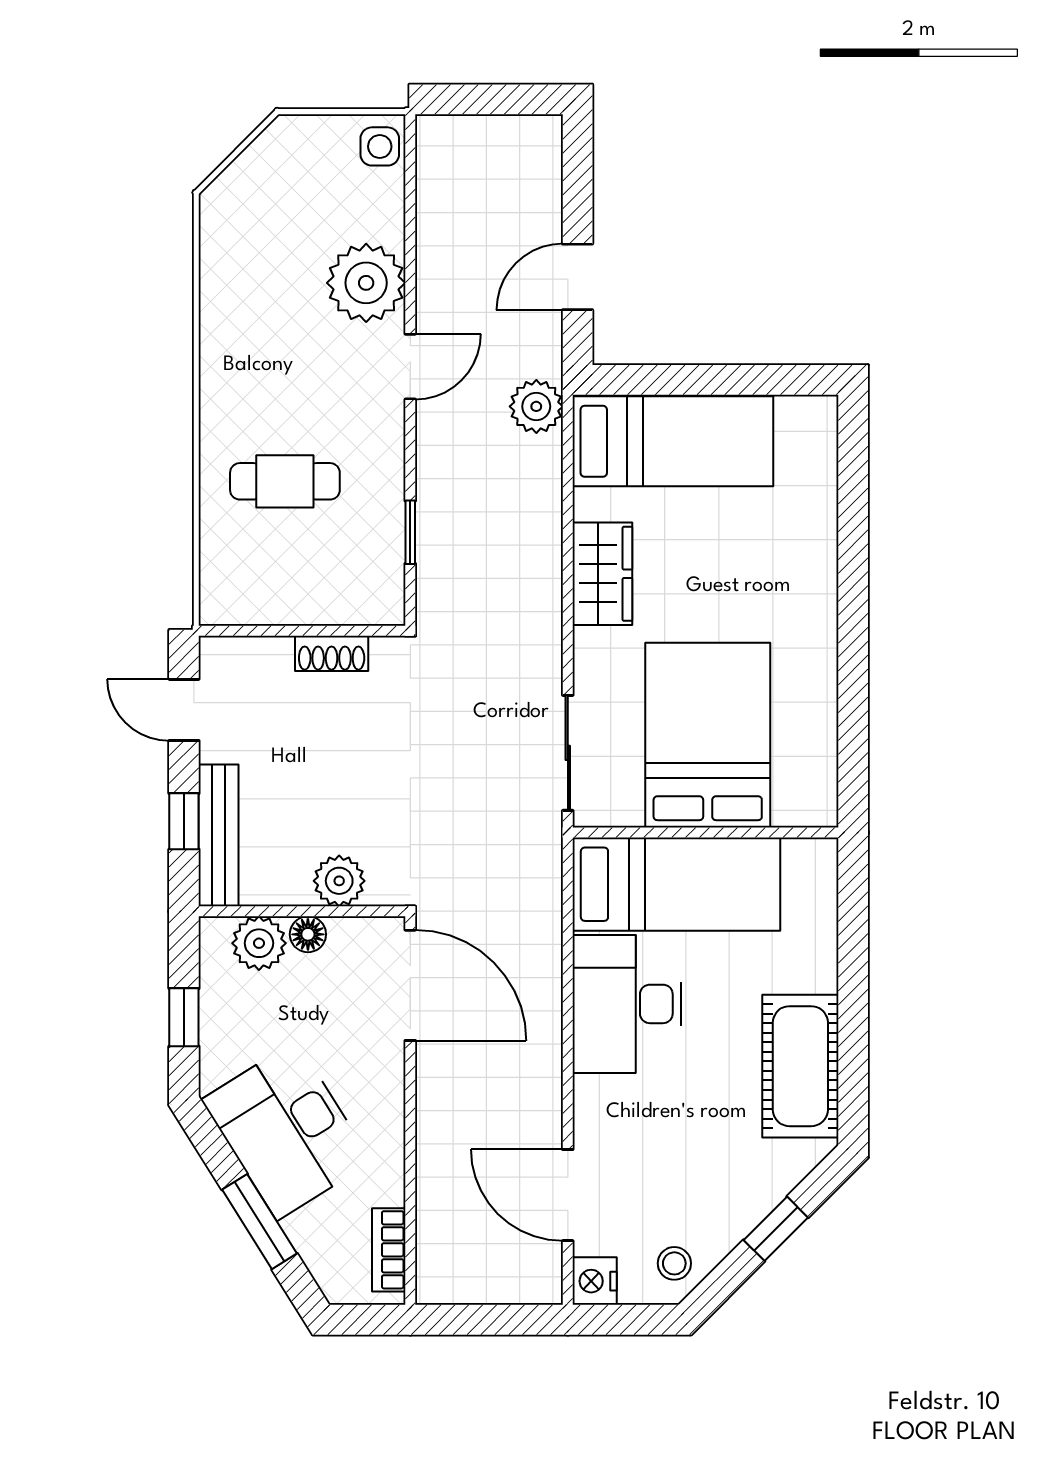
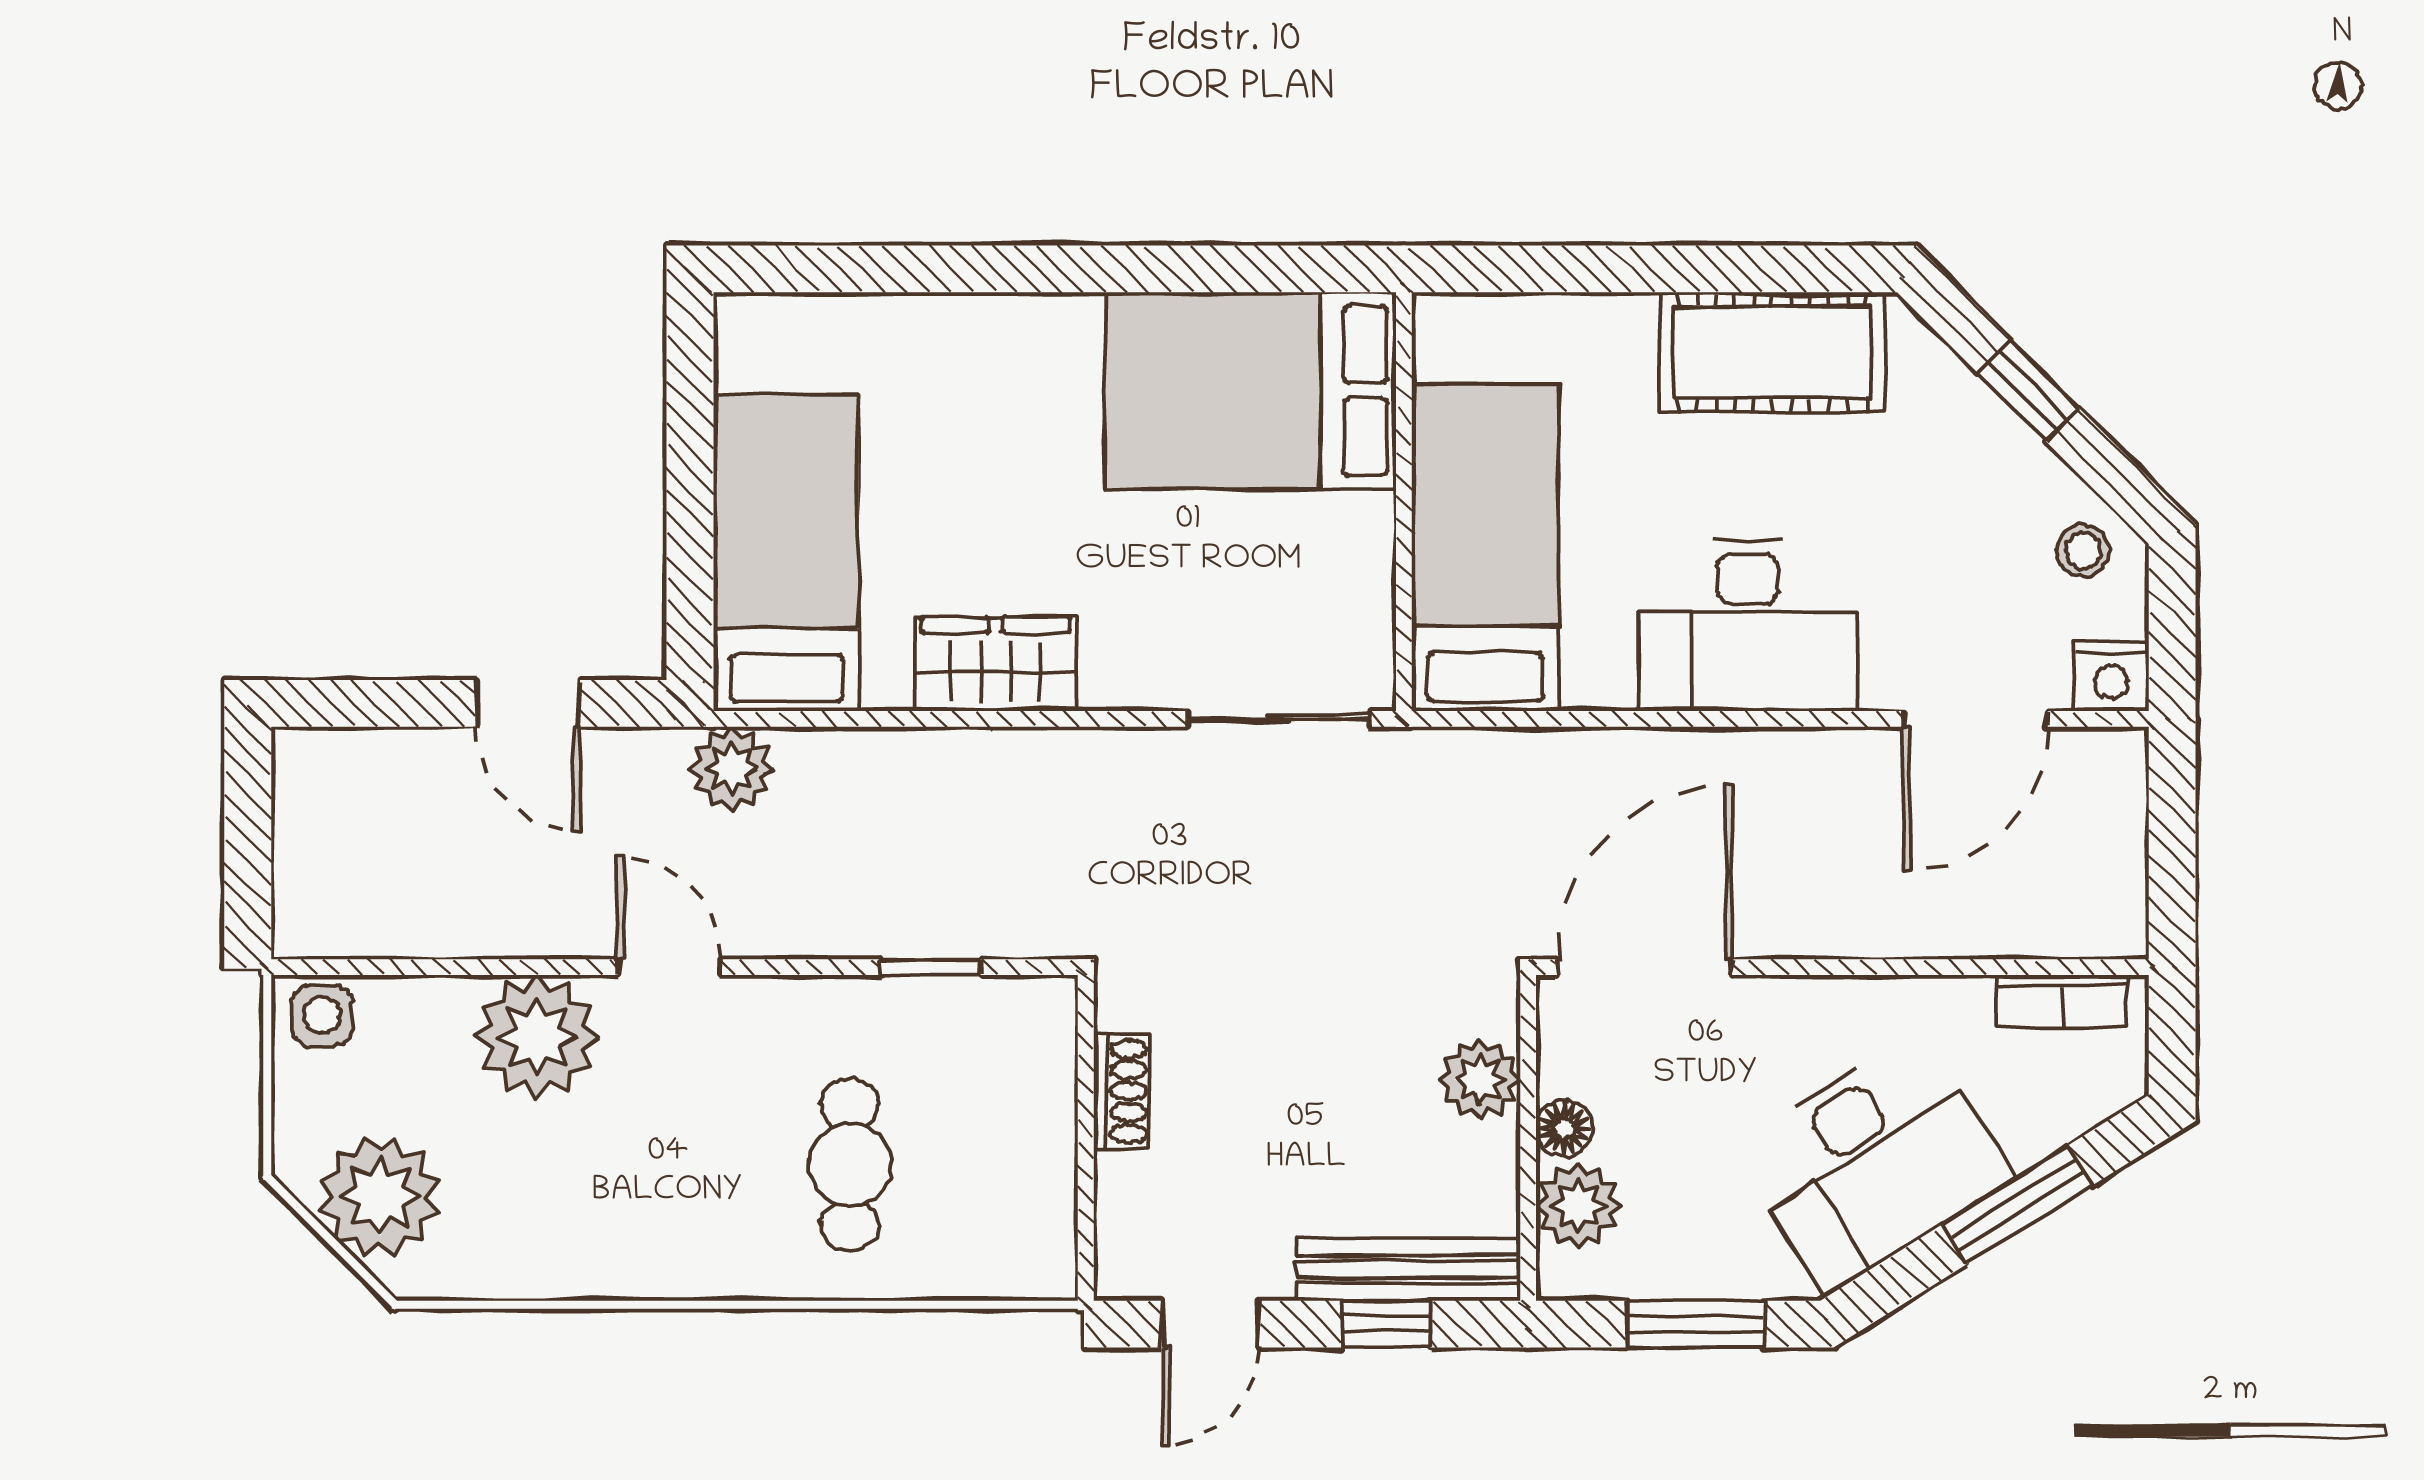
plant: (265, 183) -> (380, 1197), added
bed: (708, 735) -> (1250, 391), moved
desk: (627, 1004) -> (1748, 625), moved
window: (184, 1017) -> (1695, 1324), width x1.50

